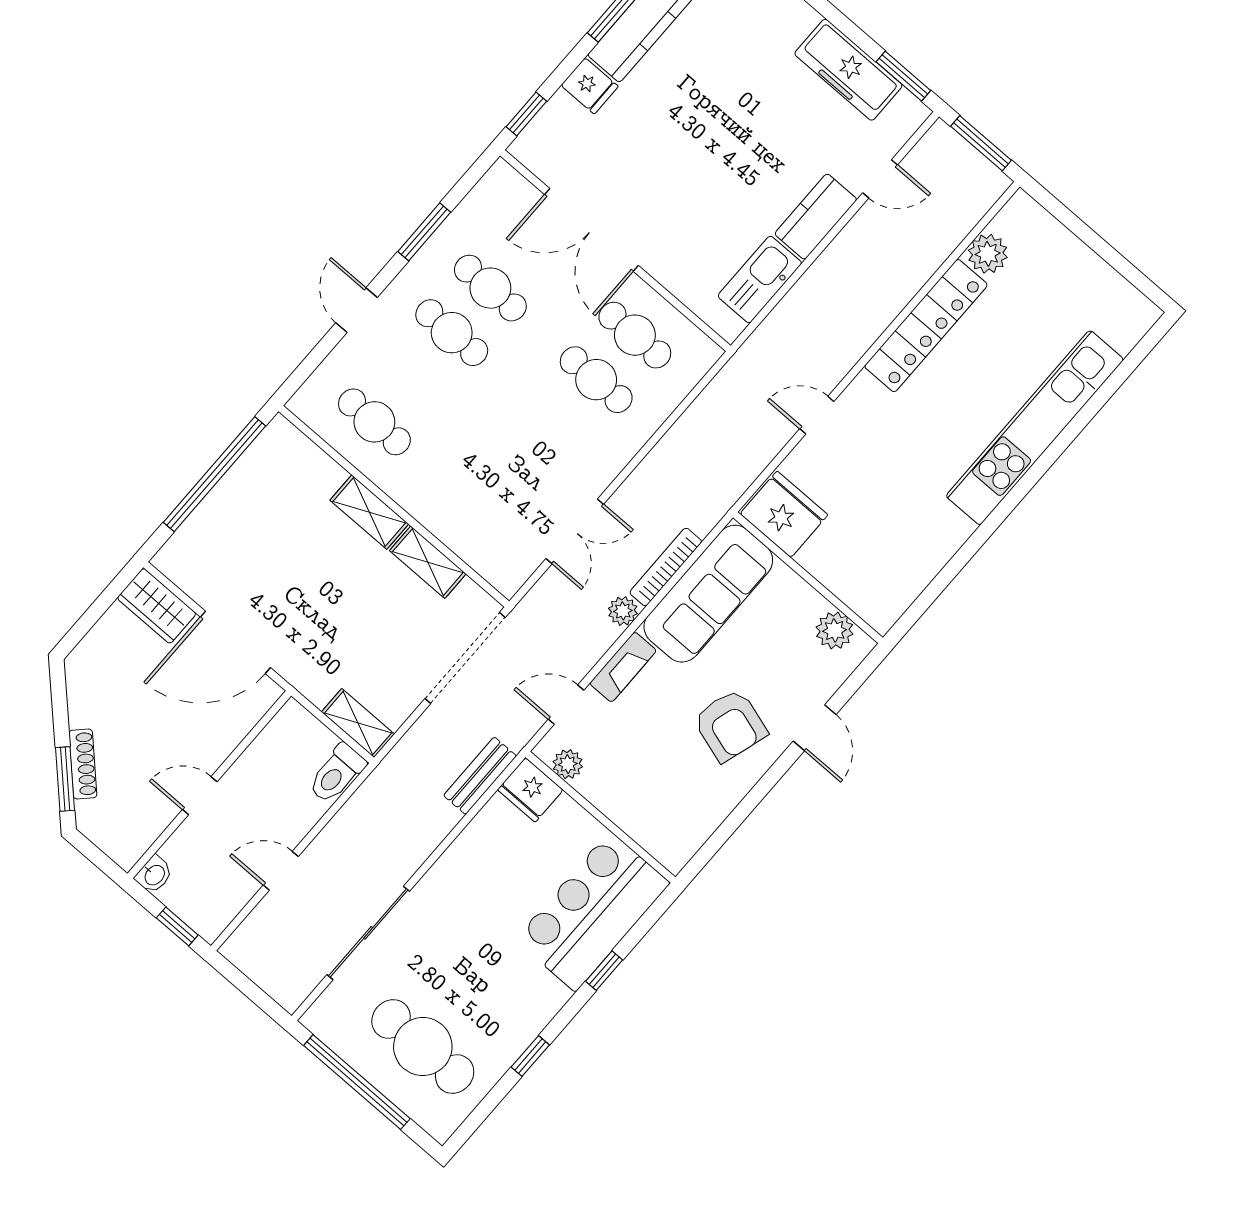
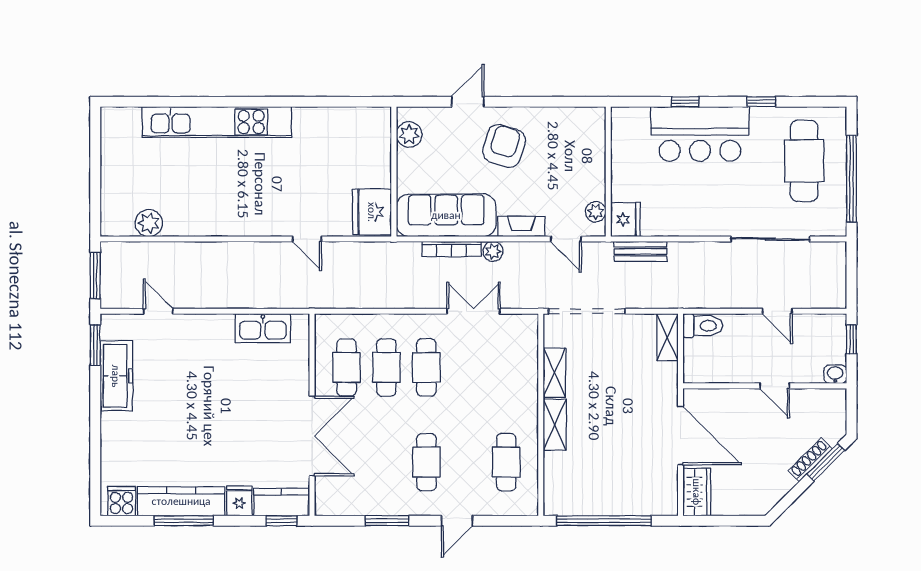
kitchen counter: (816, 217) -> (281, 502), moved, turned 180
cafe table: (490, 288) -> (426, 367), moved
locker: (926, 326) -> (213, 223), removed
bar counter: (593, 911) -> (700, 134), moved

